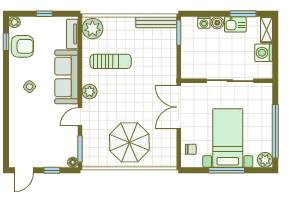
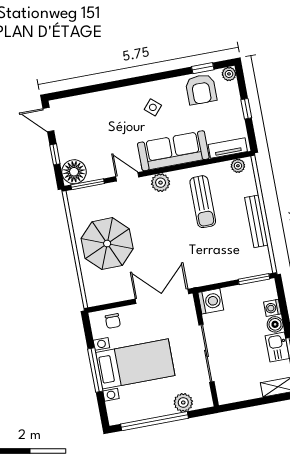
bench: (156, 22) -> (256, 221), moved
plant: (92, 29) -> (238, 166), width x0.53, depth x0.53
washing machine: (264, 53) -> (211, 301), moved, turned 90
plant: (265, 160) -> (183, 403), moved
floor lamp: (73, 162) -> (74, 172), width x1.89, depth x1.89

